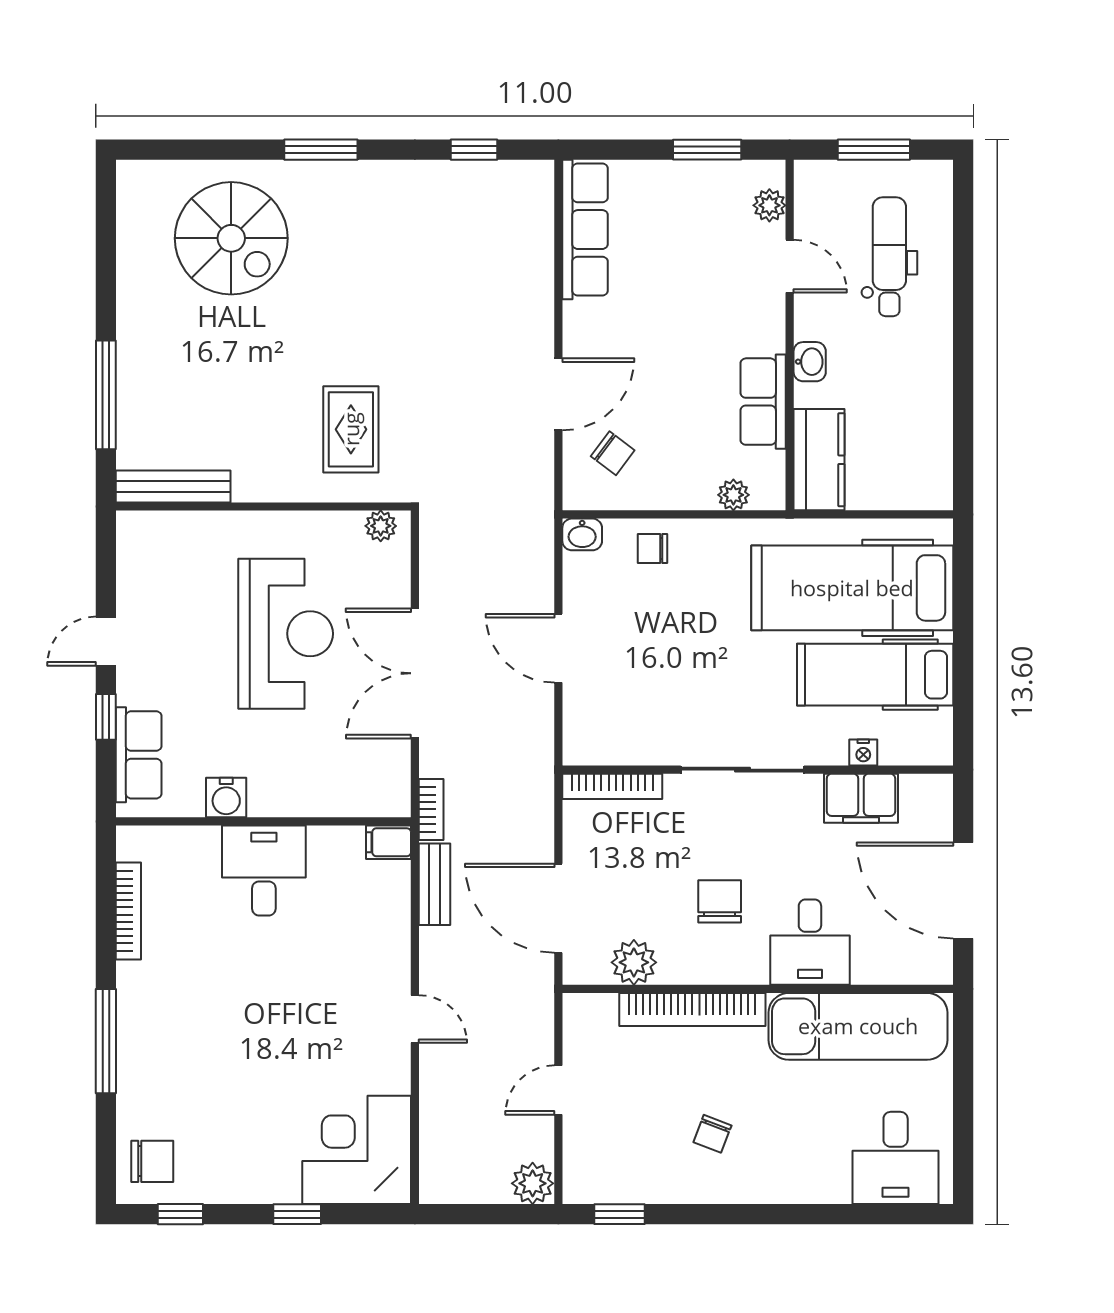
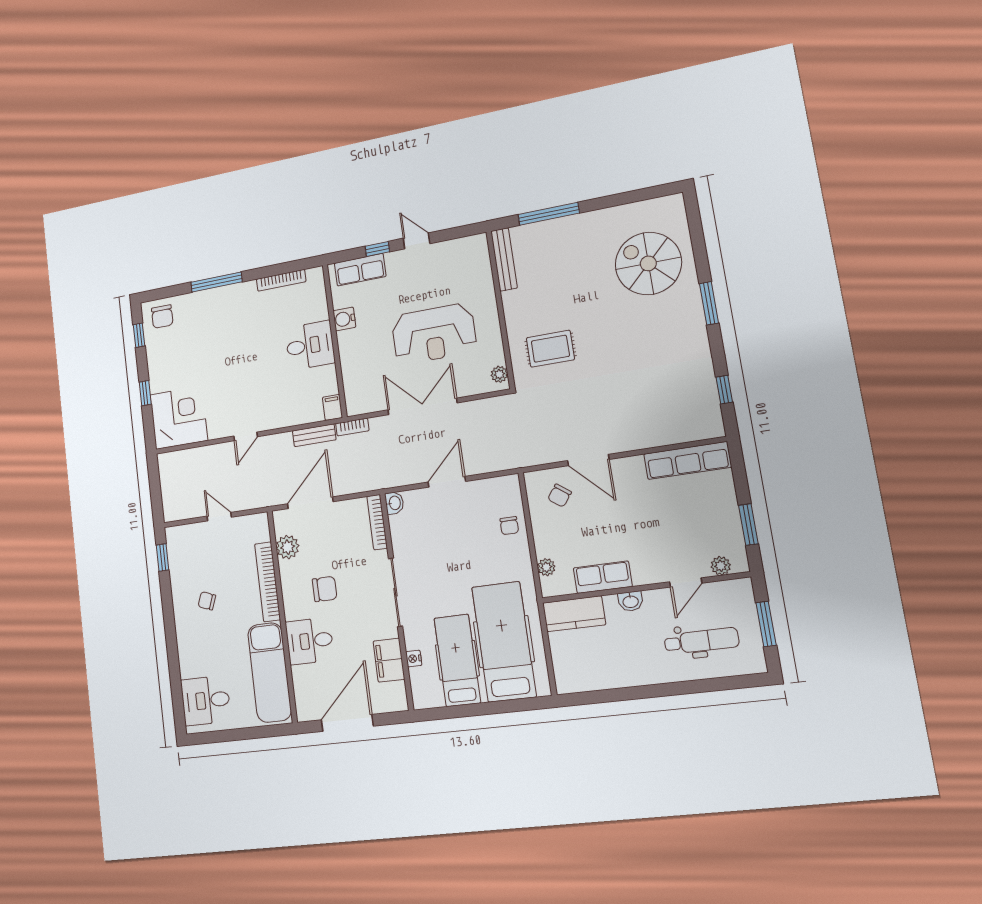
spiral stairs: (231, 238) -> (648, 263), turned 90
washbasin: (582, 534) -> (394, 503), moved, turned 180
chair: (652, 548) -> (509, 526), turned 180
plant: (533, 1183) -> (173, 510), removed

